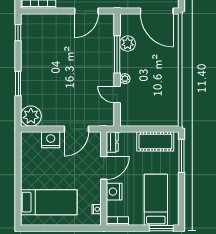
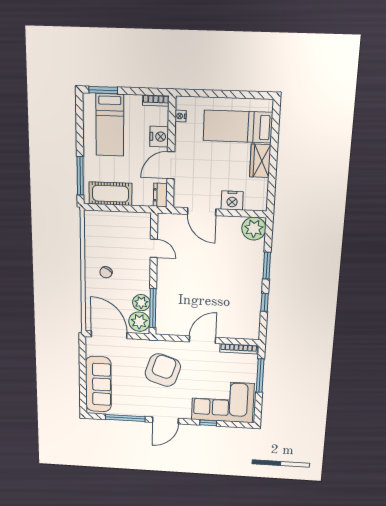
door: (86, 11) -> (202, 340), moved
window: (18, 33) -> (265, 302), moved
window: (117, 54) -> (153, 308), moved
chair: (159, 70) -> (106, 272), added
plant: (125, 79) -> (139, 322), moved, width x1.87, depth x1.87
door: (76, 129) -> (202, 212), swing flipped
wardrobe: (29, 175) -> (260, 161), added

